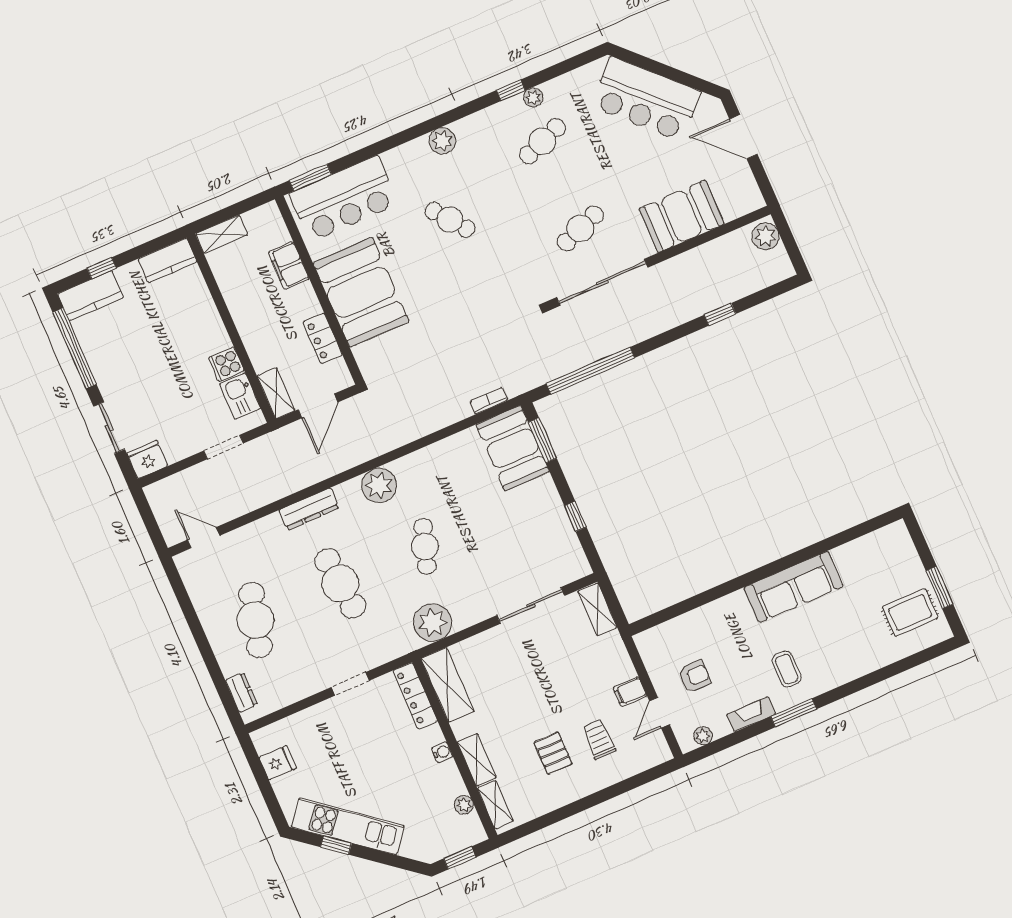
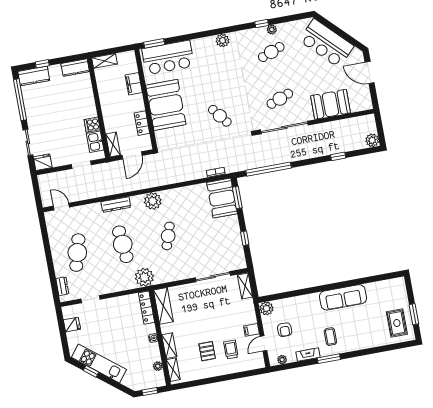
cafe table: (450, 220) -> (220, 116), moved
plant: (766, 236) -> (372, 140), moved
rug: (910, 612) -> (397, 323), turned 90
plant: (432, 623) -> (144, 277), moved
plant: (649, 643) -> (266, 308), added
armchair: (694, 676) -> (285, 330), turned 90
doorway: (350, 684) -> (90, 299), moved

